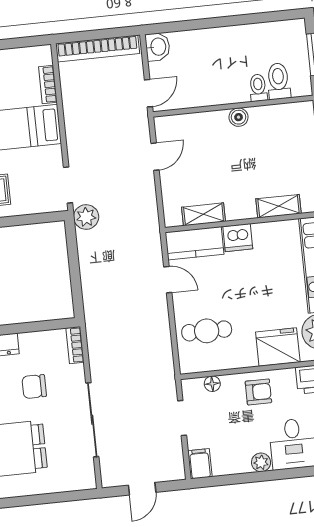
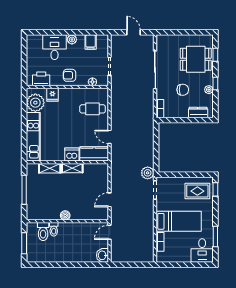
bookcase: (98, 49) -> (133, 258), removed
shelving: (204, 214) -> (72, 168), moved
fridge: (278, 347) -> (52, 95), width x0.53, depth x0.75
filing cabinet: (200, 464) -> (91, 42), moved
door: (142, 489) -> (133, 32), hinge flipped

